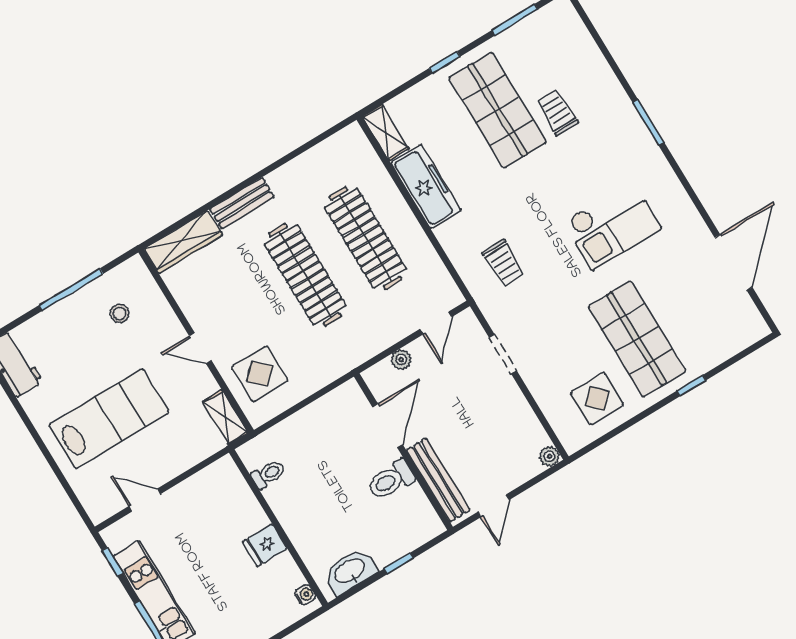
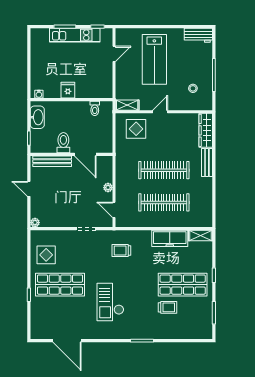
door: (388, 426) -> (85, 154), moved
wall: (403, 452) -> (71, 154), moved
toilet: (391, 480) -> (63, 143), moved
bench: (438, 480) -> (52, 161), moved

